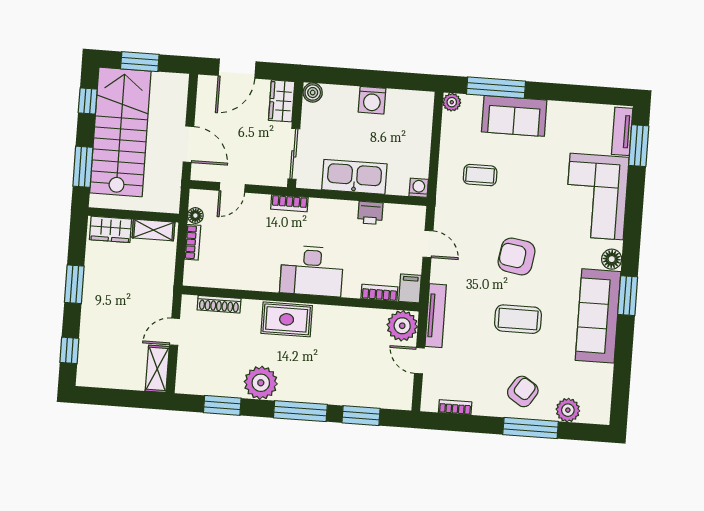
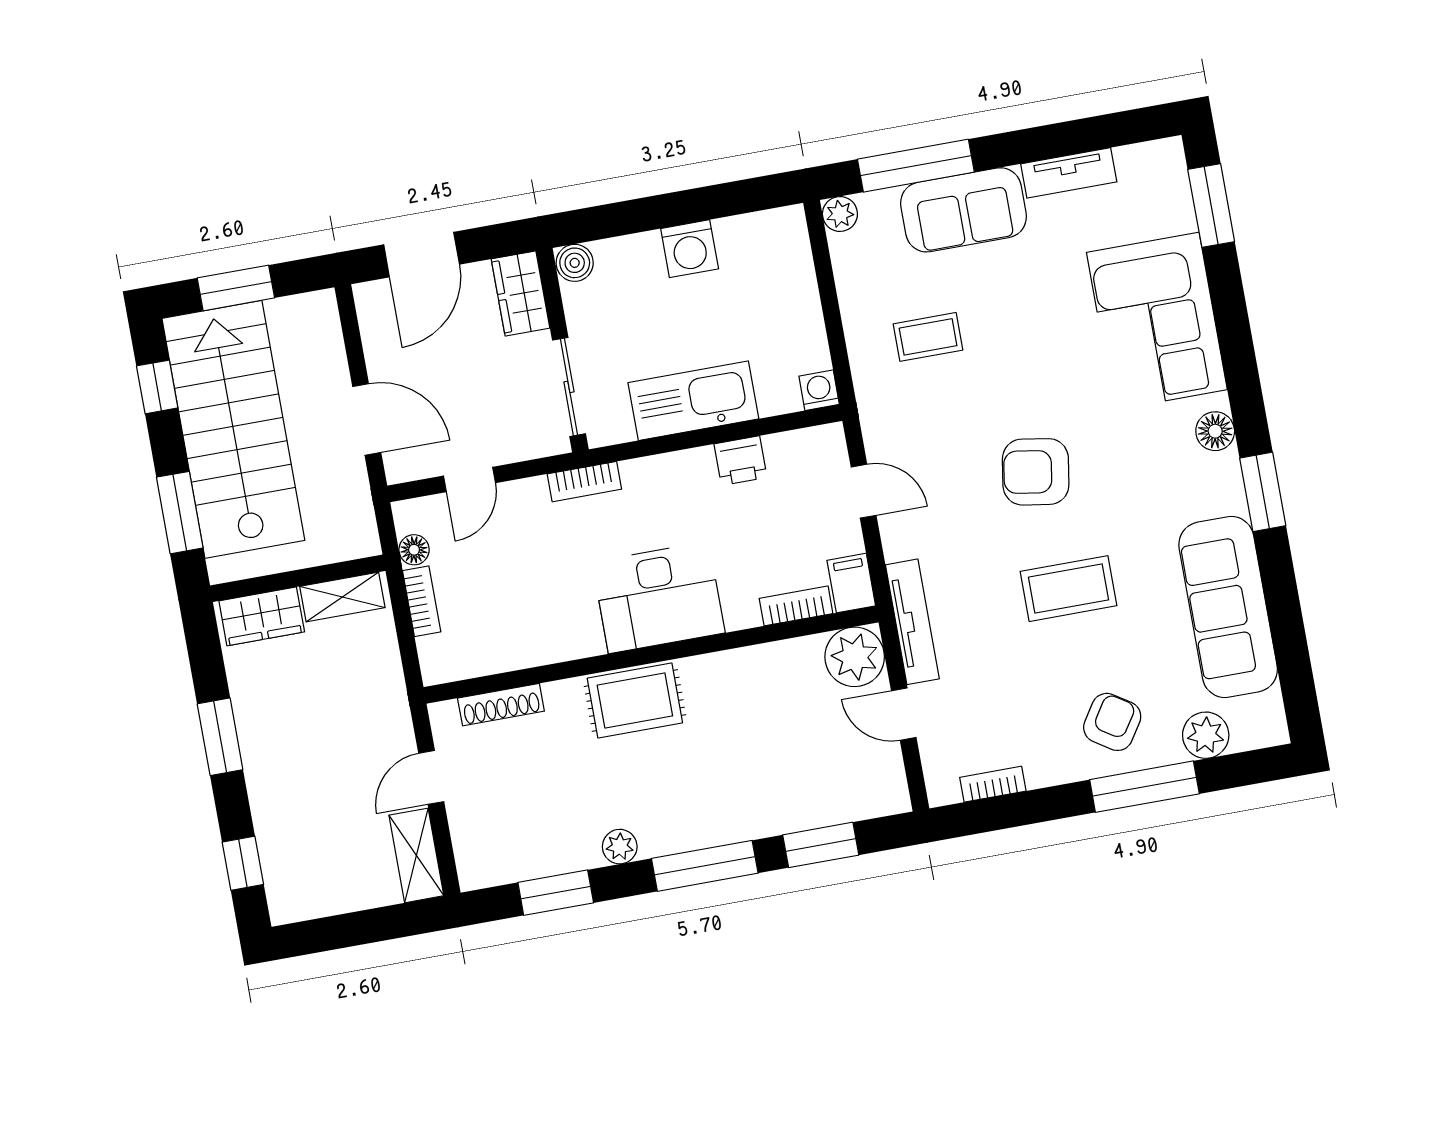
tv unit: (622, 131) -> (1069, 173), moved, turned -90
sofa: (598, 316) -> (1228, 607), moved
plant: (261, 383) -> (620, 847), width x0.53, depth x0.53

